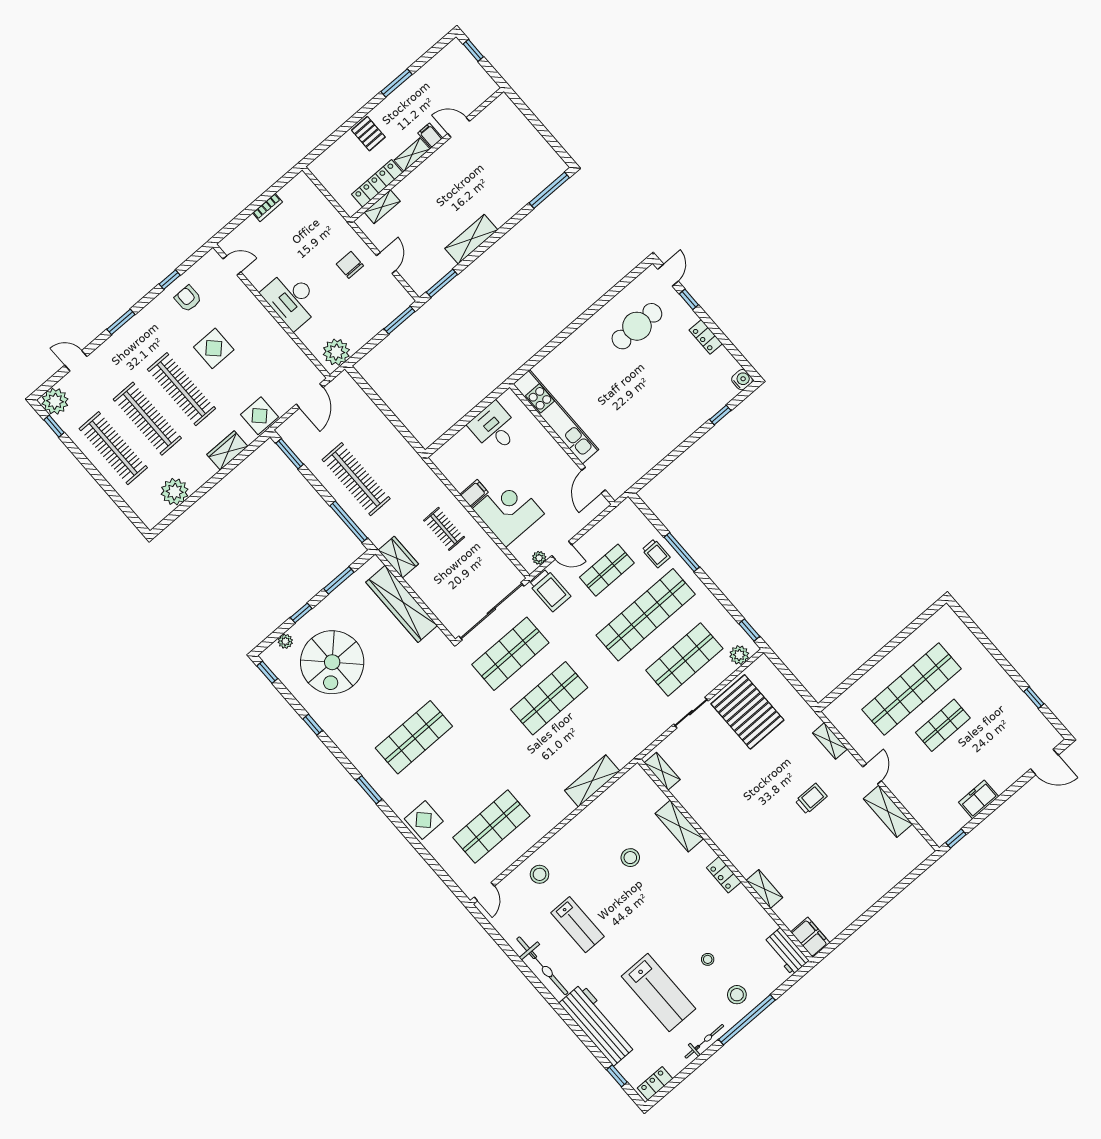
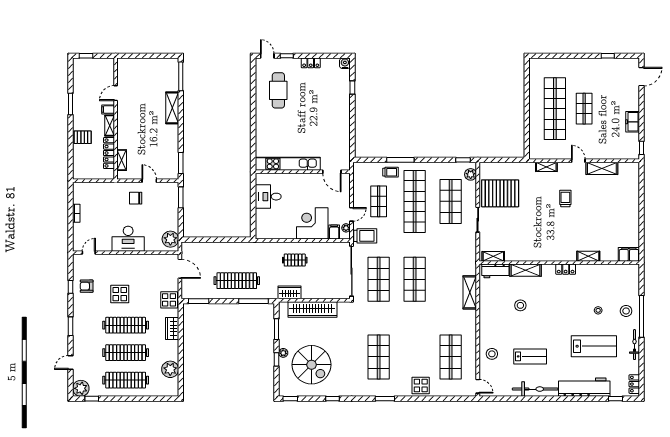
shelving: (471, 239) -> (172, 108), moved
filing cabinet: (474, 493) -> (334, 232), moved
plant: (285, 641) -> (283, 353), moved
workbench: (786, 951) -> (495, 271), moved

